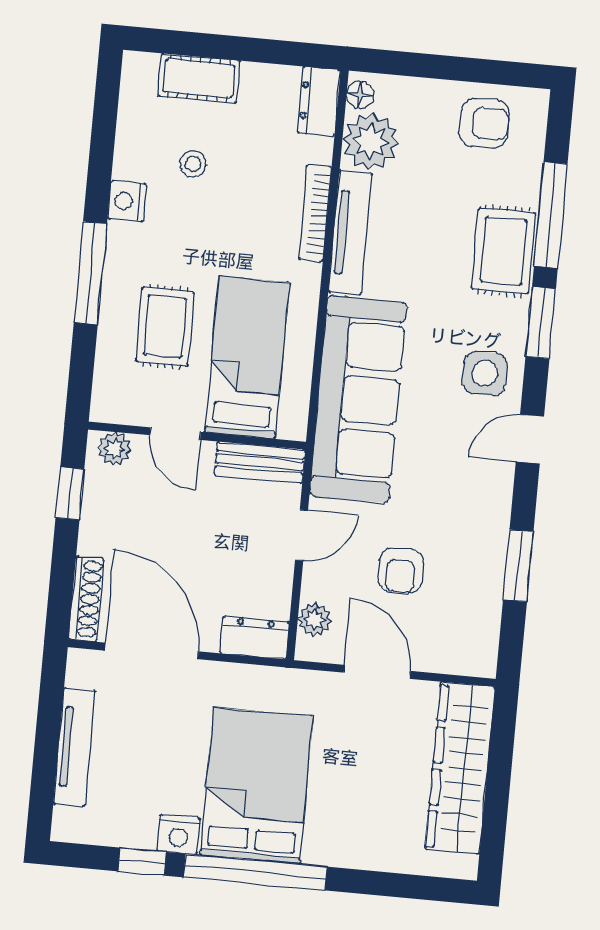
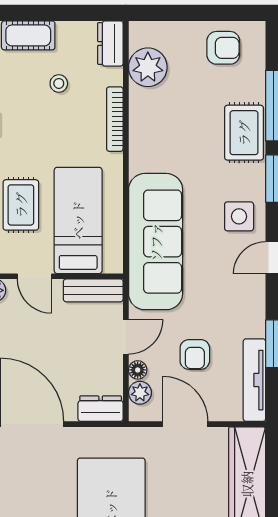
floor lamp: (360, 95) -> (138, 370), moved
stool: (193, 164) -> (59, 83), moved
tv unit: (350, 233) -> (254, 380), moved, turned 180

